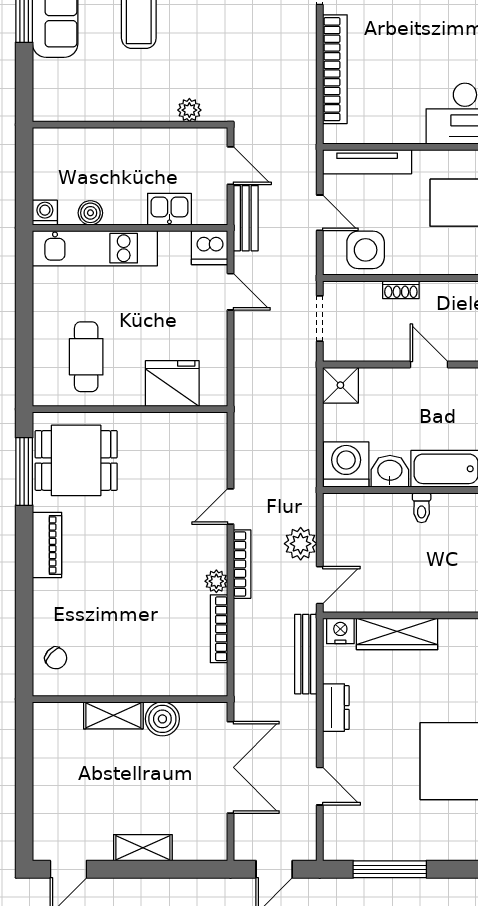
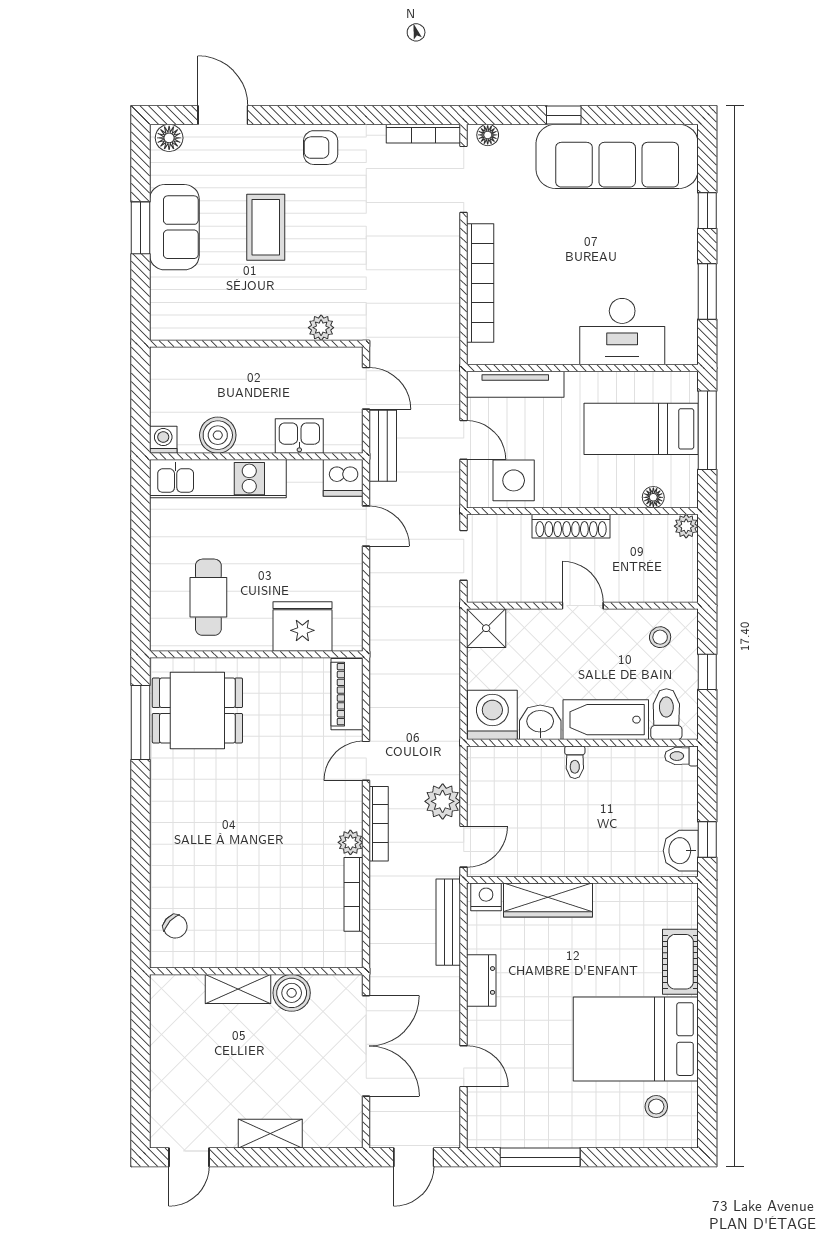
boiler: (90, 213) -> (218, 435), width x1.36, depth x1.36
shoe rack: (401, 290) -> (571, 526), width x1.94, depth x1.24
piano: (47, 545) -> (347, 694), moved, turned 180

